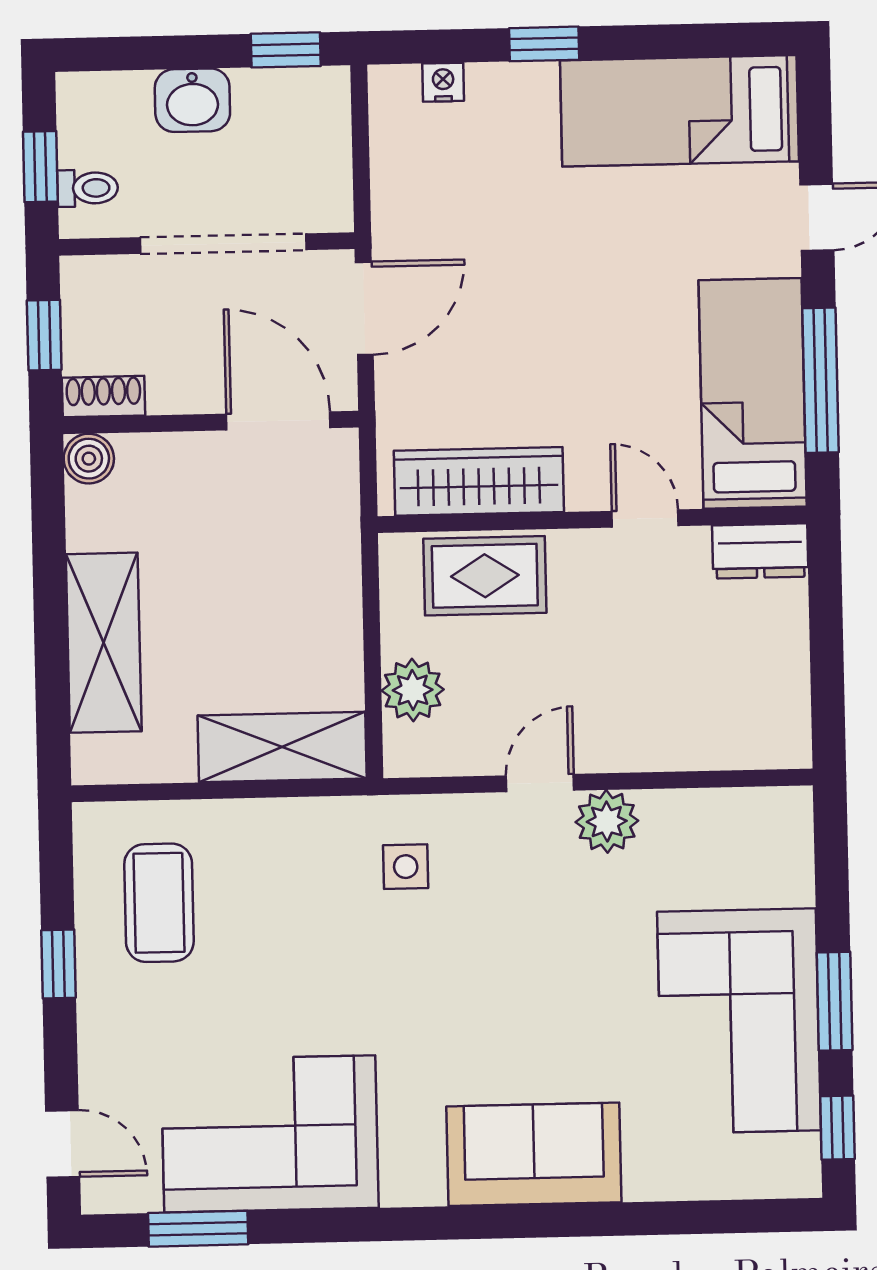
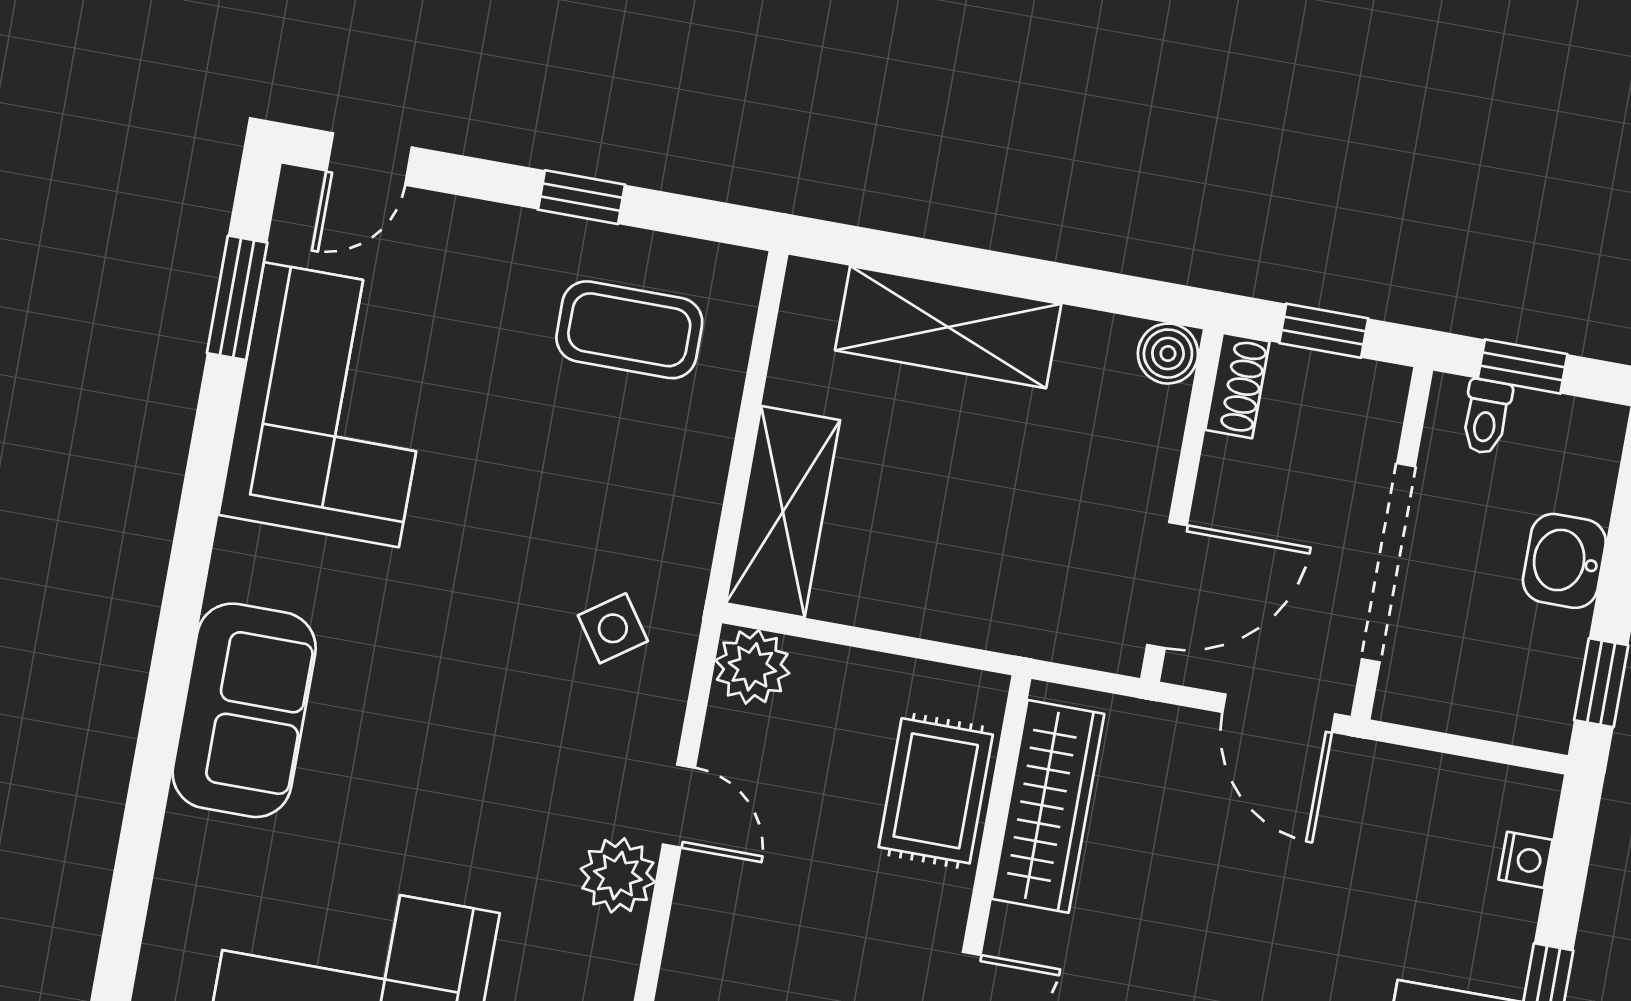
plant: (413, 690) -> (752, 667), moved
side table: (406, 867) -> (613, 628), turned -35

